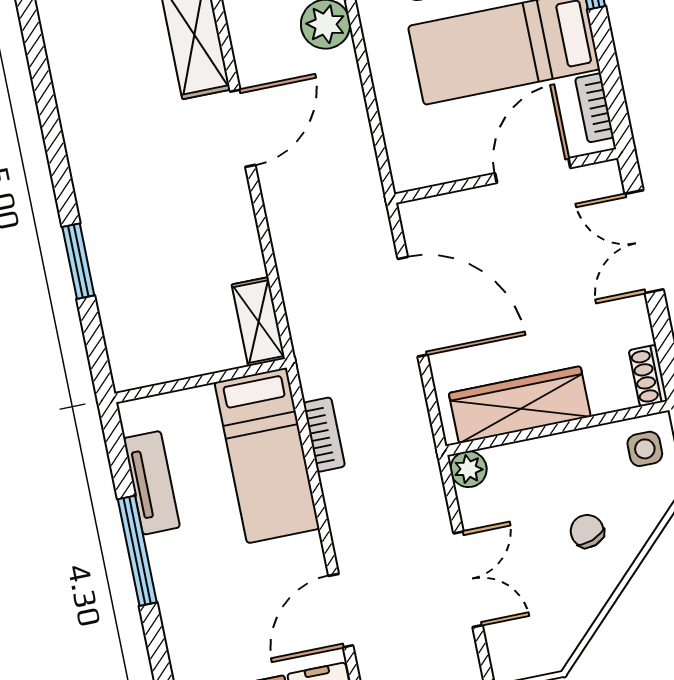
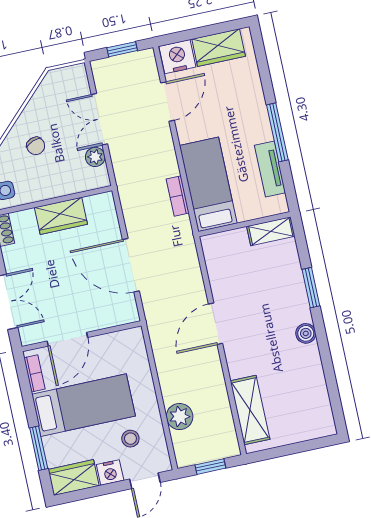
door: (243, 128) -> (216, 324), moved
boiler: (89, 176) -> (306, 333), added
shelving: (258, 322) -> (271, 231), moved, turned 90
wardrobe: (520, 405) -> (61, 216), width x0.67
plant: (468, 469) -> (95, 157), moved

